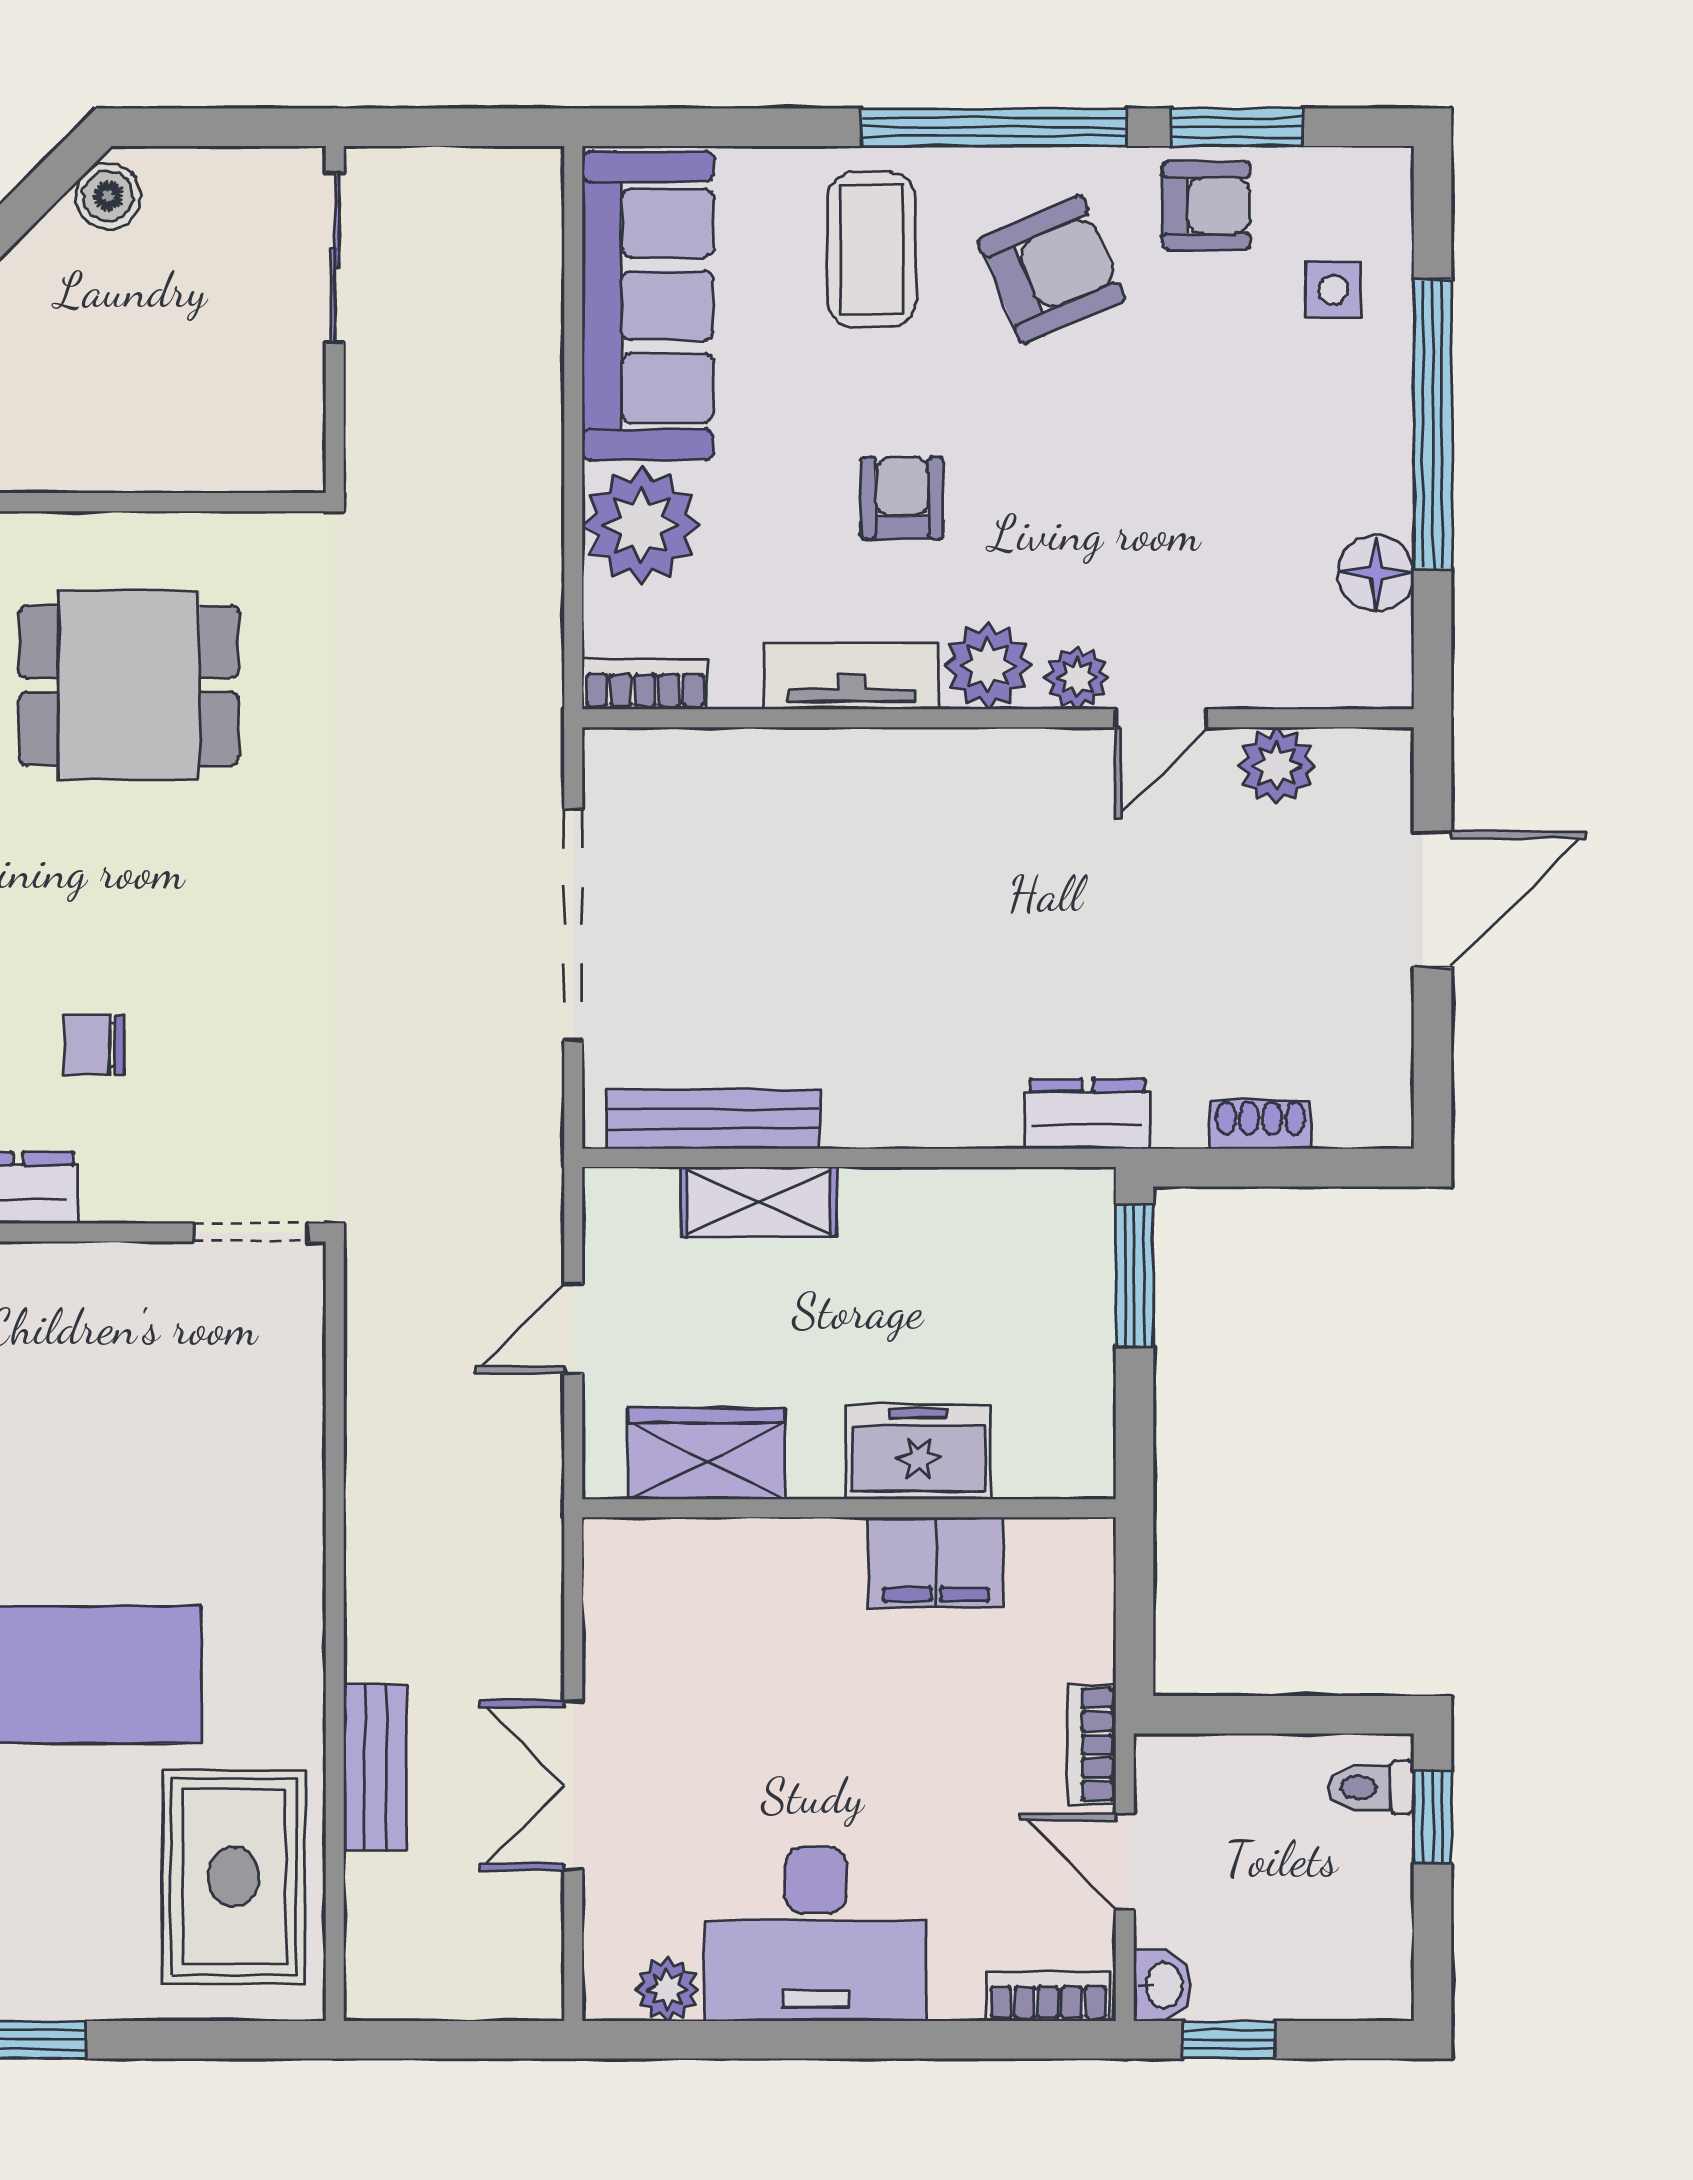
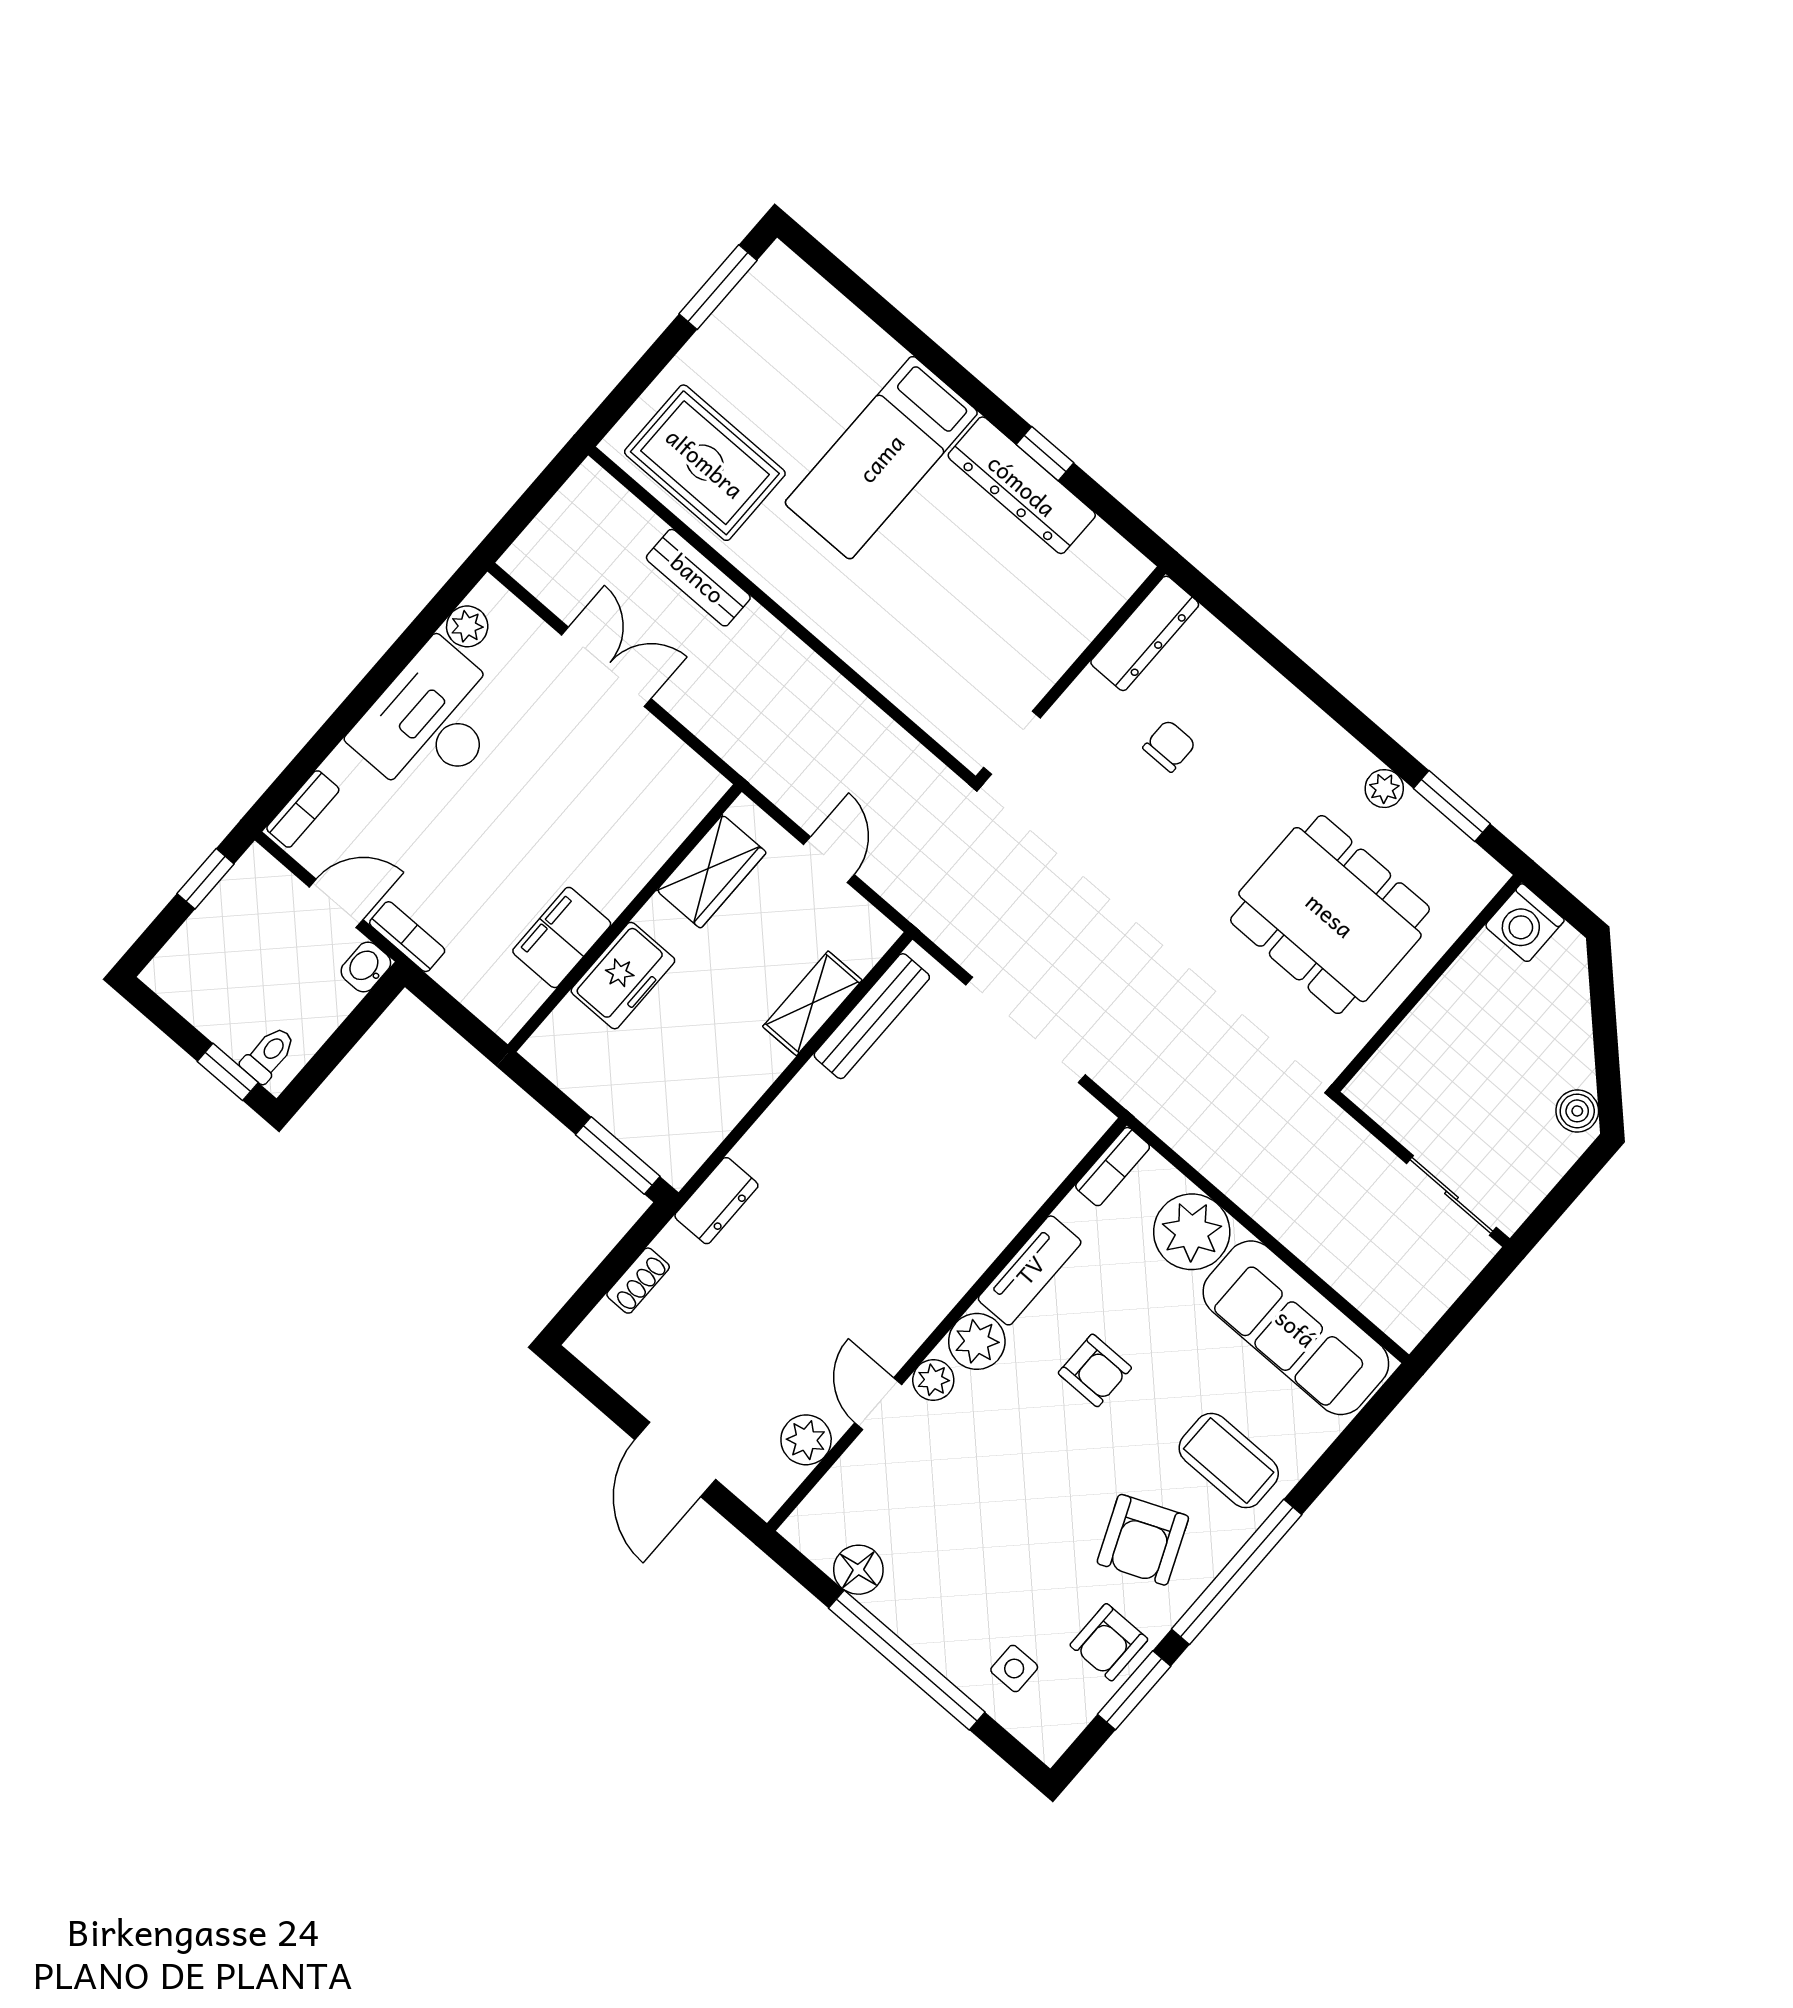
dining table: (129, 685) -> (1330, 915), width x1.38
washbasin: (1163, 1985) -> (366, 967), moved, turned 90

